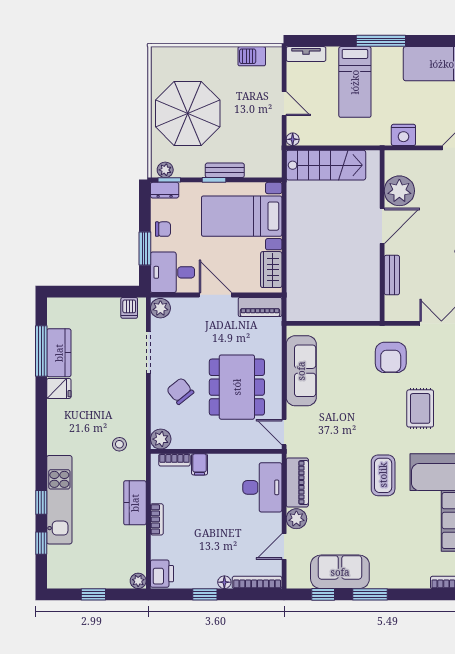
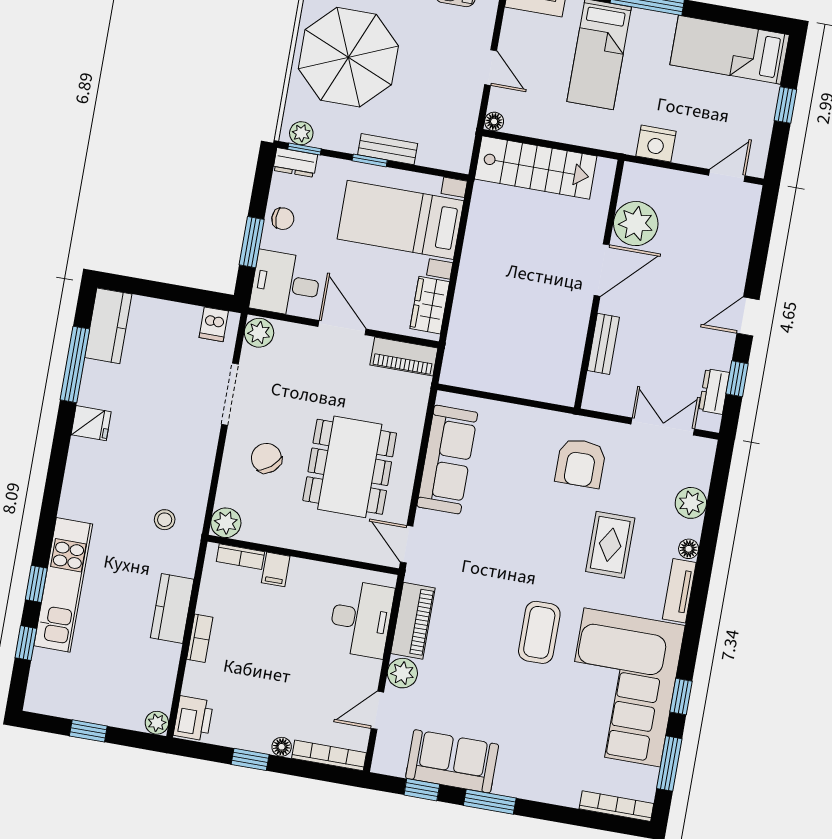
kitchen counter: (59, 353) -> (108, 326), moved

